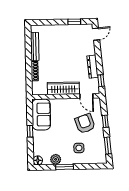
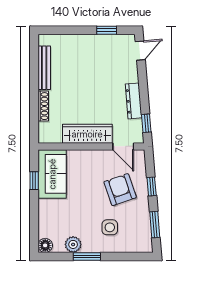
window: (30, 131) -> (34, 181), moved

